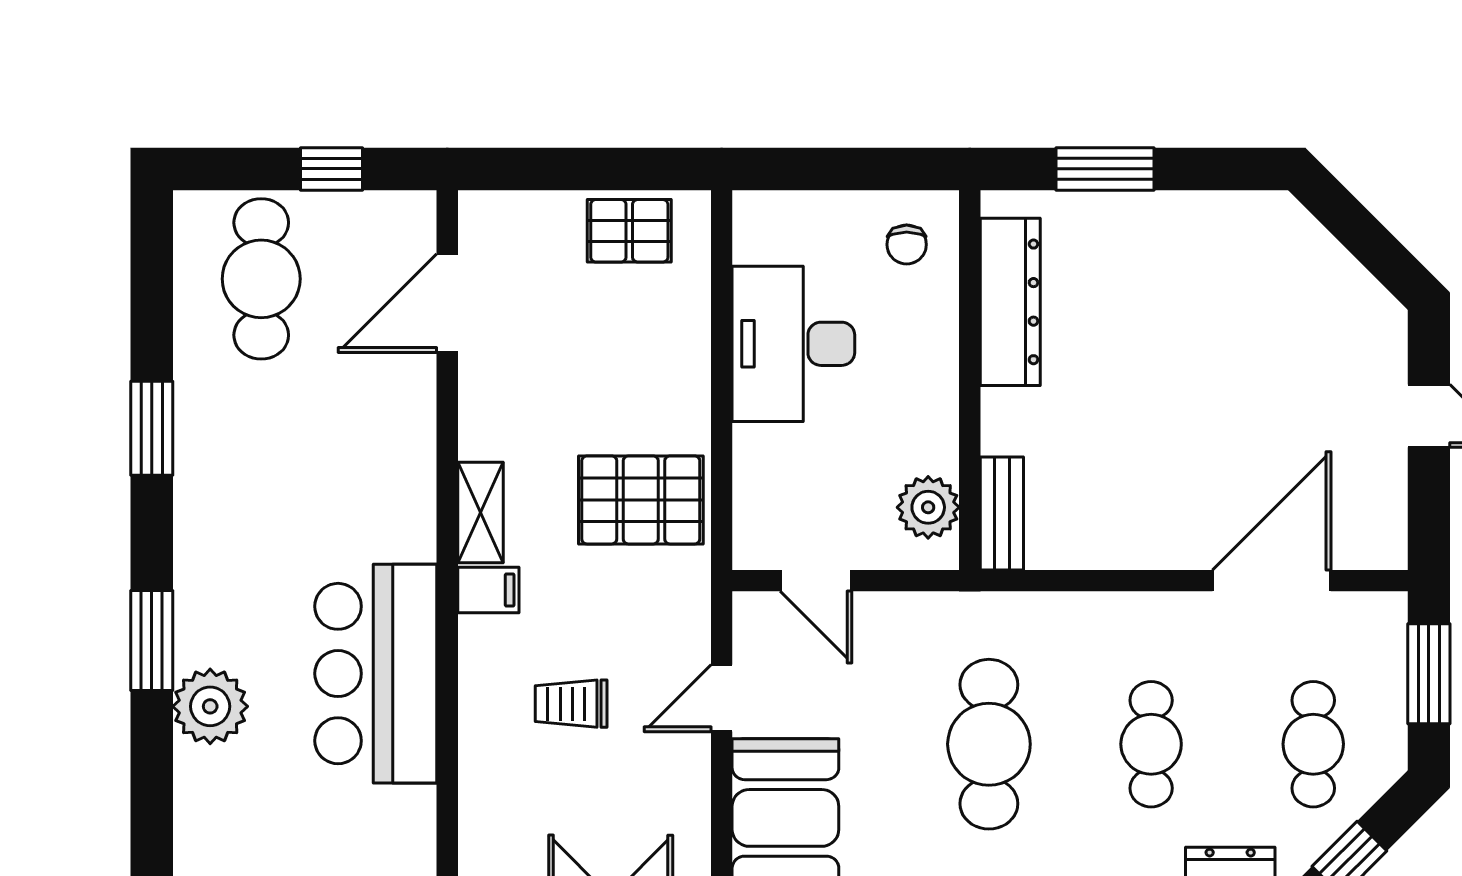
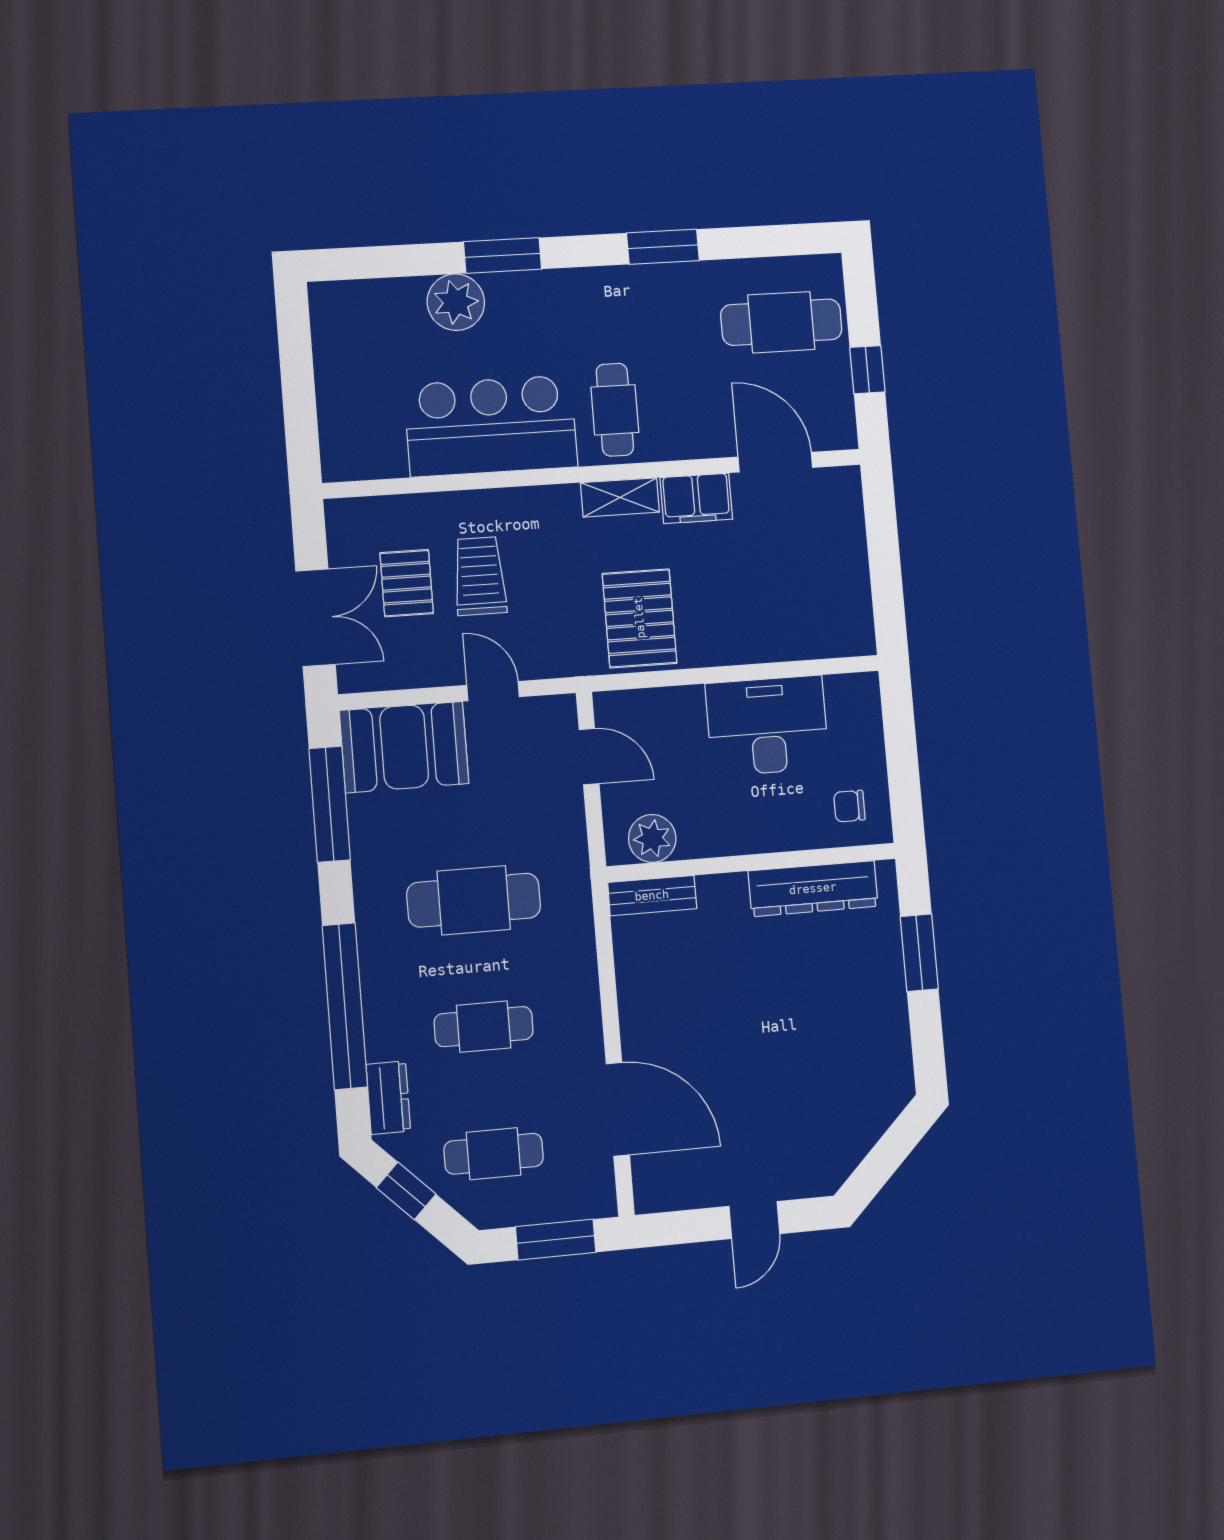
pallet: (629, 231) -> (407, 583), moved
cafe table: (365, 510) -> (615, 410), added
door: (816, 581) -> (589, 757), swing flipped
filing cabinet: (488, 590) -> (696, 498), moved, width x2.00
trolley: (571, 704) -> (480, 576), width x1.36, depth x1.39

